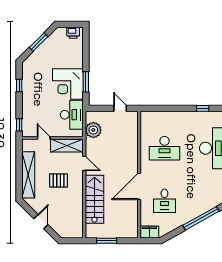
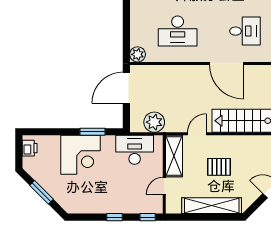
corner desk: (68, 84) -> (80, 155), moved
window: (19, 85) -> (114, 217), moved
door: (120, 108) -> (126, 88), width x1.87
plant: (146, 117) -> (138, 54), added
desk: (164, 148) -> (178, 31), turned 90
pallet: (59, 181) -> (219, 167), turned 90

